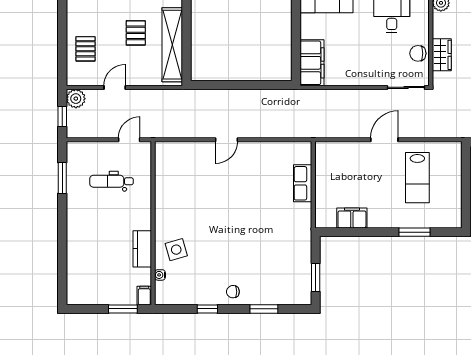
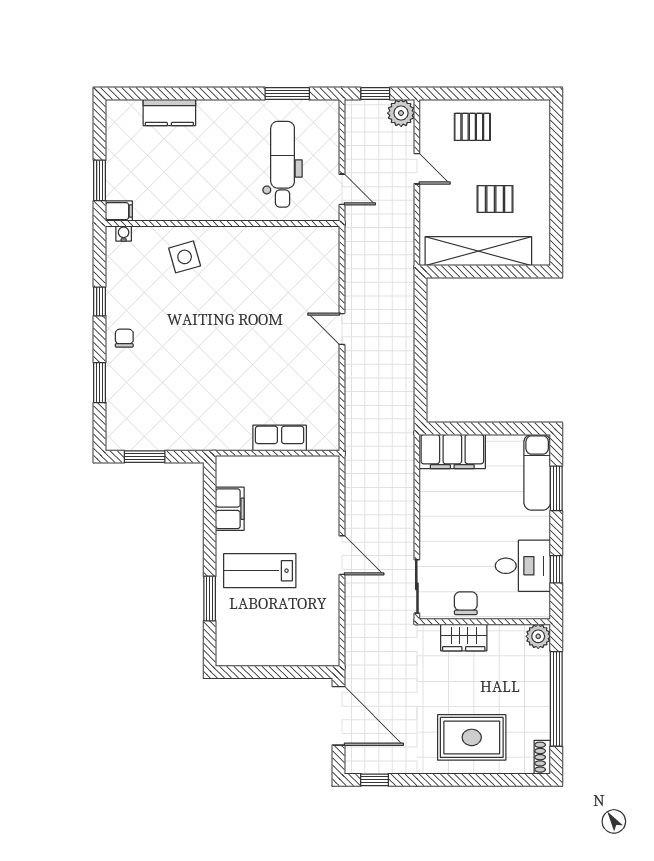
lab bench: (417, 178) -> (260, 571), moved
dental chair: (112, 181) -> (283, 164), width x1.36, depth x1.38
kitchen counter: (142, 249) -> (169, 113), moved, turned 180
water cooler: (160, 275) -> (124, 234), moved

